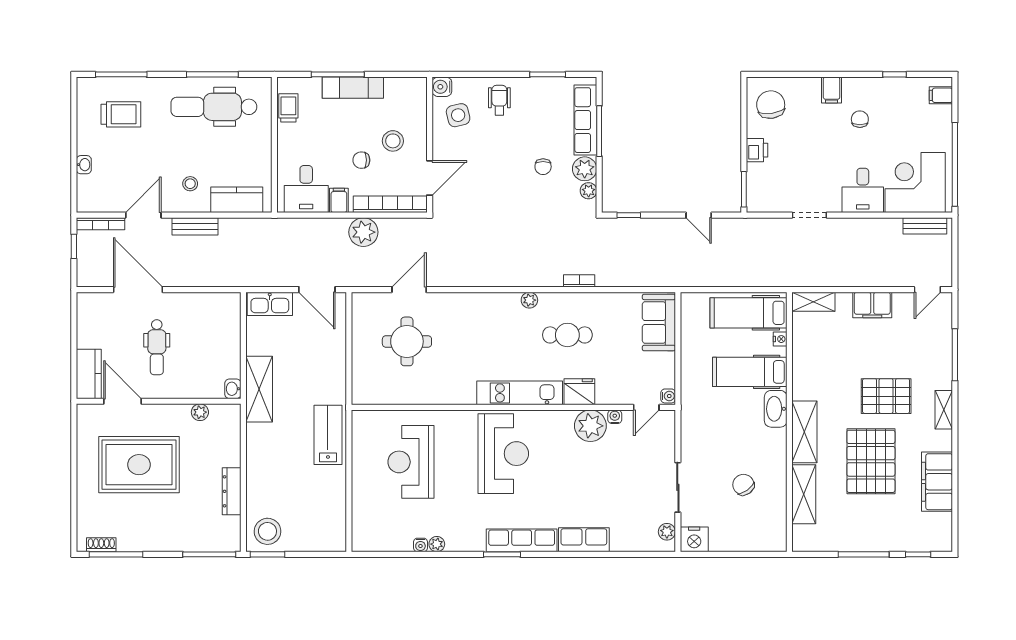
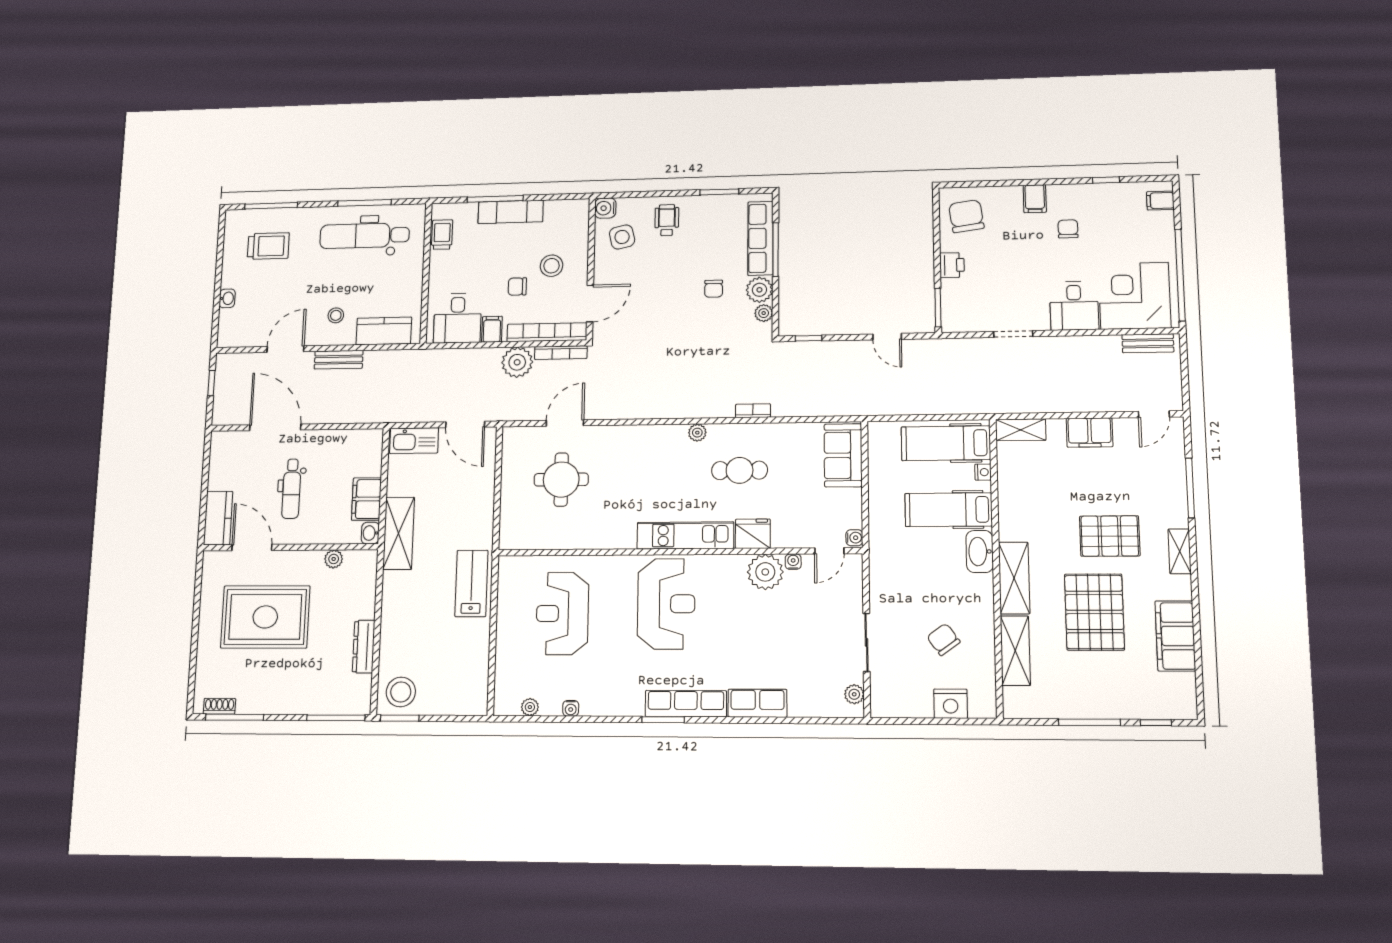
bookcase: (100, 224) -> (561, 353), moved
filing cabinet: (228, 358) -> (367, 499), added
nightstand: (694, 539) -> (951, 704), moved
plant: (437, 544) -> (530, 707), moved

